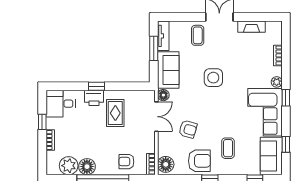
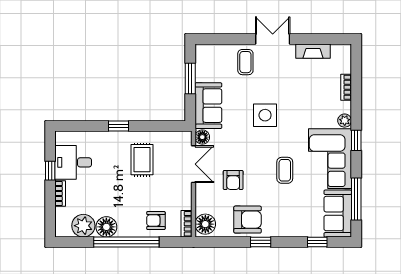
tv unit: (163, 36) -> (202, 63), removed
printer: (94, 98) -> (115, 141), removed
desk: (61, 104) -> (73, 162), moved
armchair: (188, 129) -> (233, 180), turned 74
window: (286, 144) -> (356, 199), width x2.17
coffee table: (228, 148) -> (285, 170), moved

